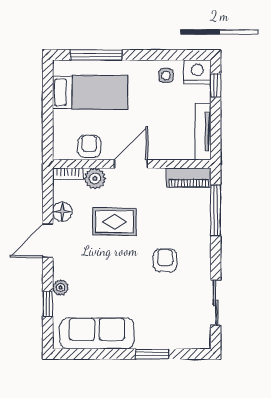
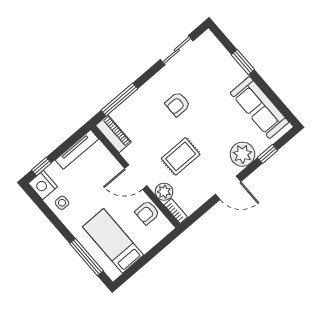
floor lamp: (62, 212) -> (202, 194), removed
rug: (114, 222) -> (181, 156), turned 90
plant: (60, 287) -> (242, 154), width x1.88, depth x1.88

